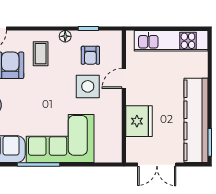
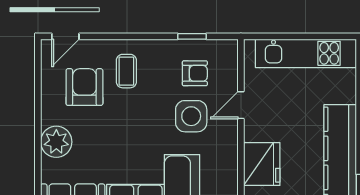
floor lamp: (65, 36) -> (160, 47), removed
armchair: (90, 55) -> (195, 73), turned -90

